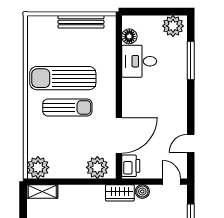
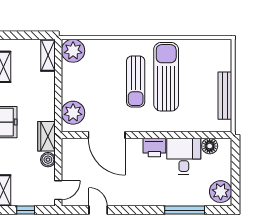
printer: (131, 166) -> (154, 148), moved

